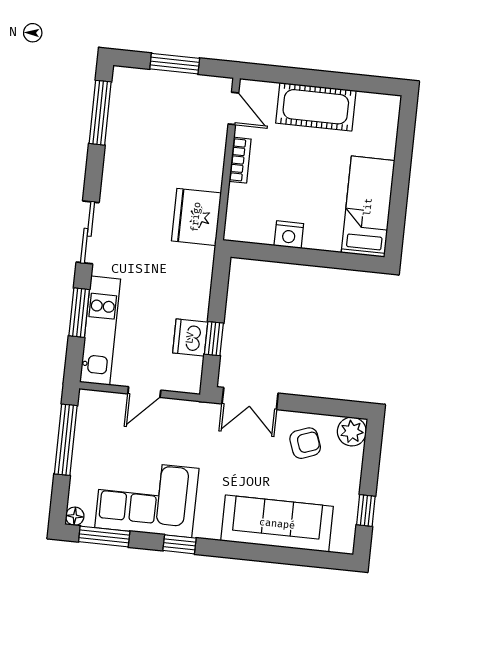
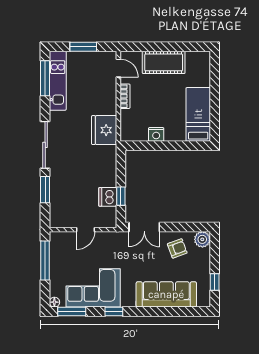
sliding door: (88, 232) -> (45, 145), width x1.37
kitchen unit: (100, 331) -> (58, 81), moved

